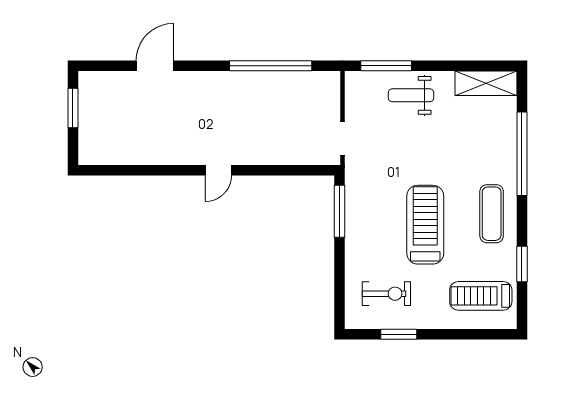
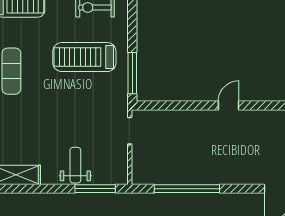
weight bench: (411, 95) -> (75, 165), turned -90
treadmill: (425, 225) -> (84, 57), moved, turned 90

